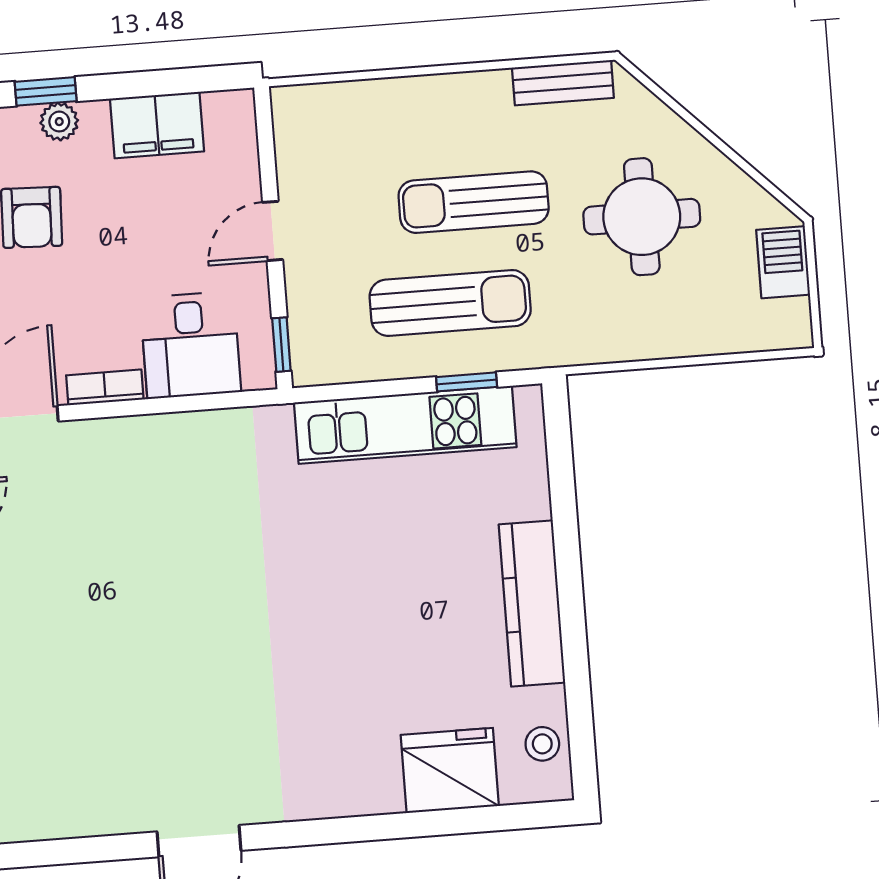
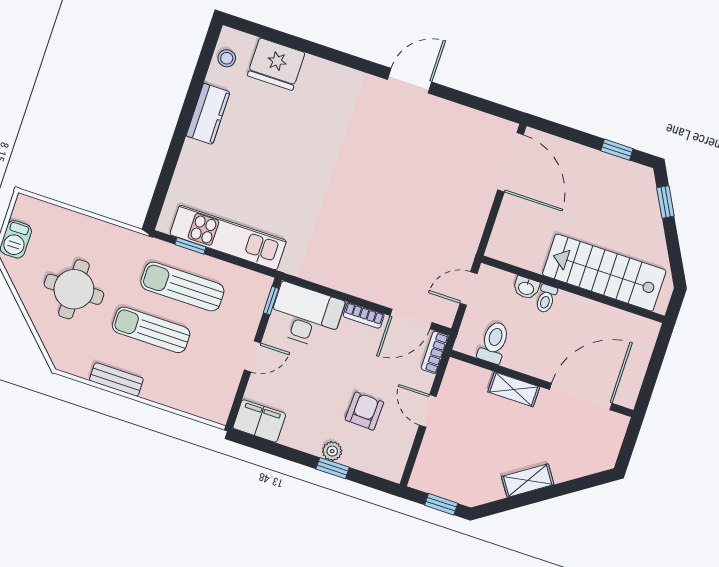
bench: (563, 83) -> (116, 379), moved
filing cabinet: (157, 125) -> (259, 421), moved
sun lounger: (474, 202) -> (151, 330), turned 180
desk: (191, 345) -> (306, 316), width x1.37
kitchen counter: (532, 603) -> (208, 114), width x0.67

